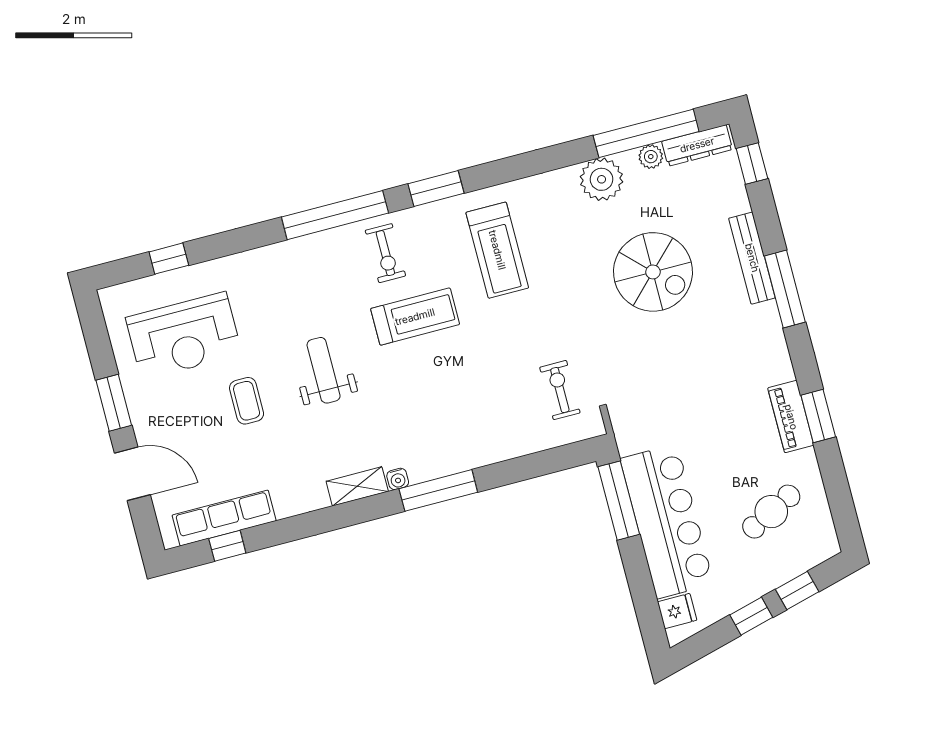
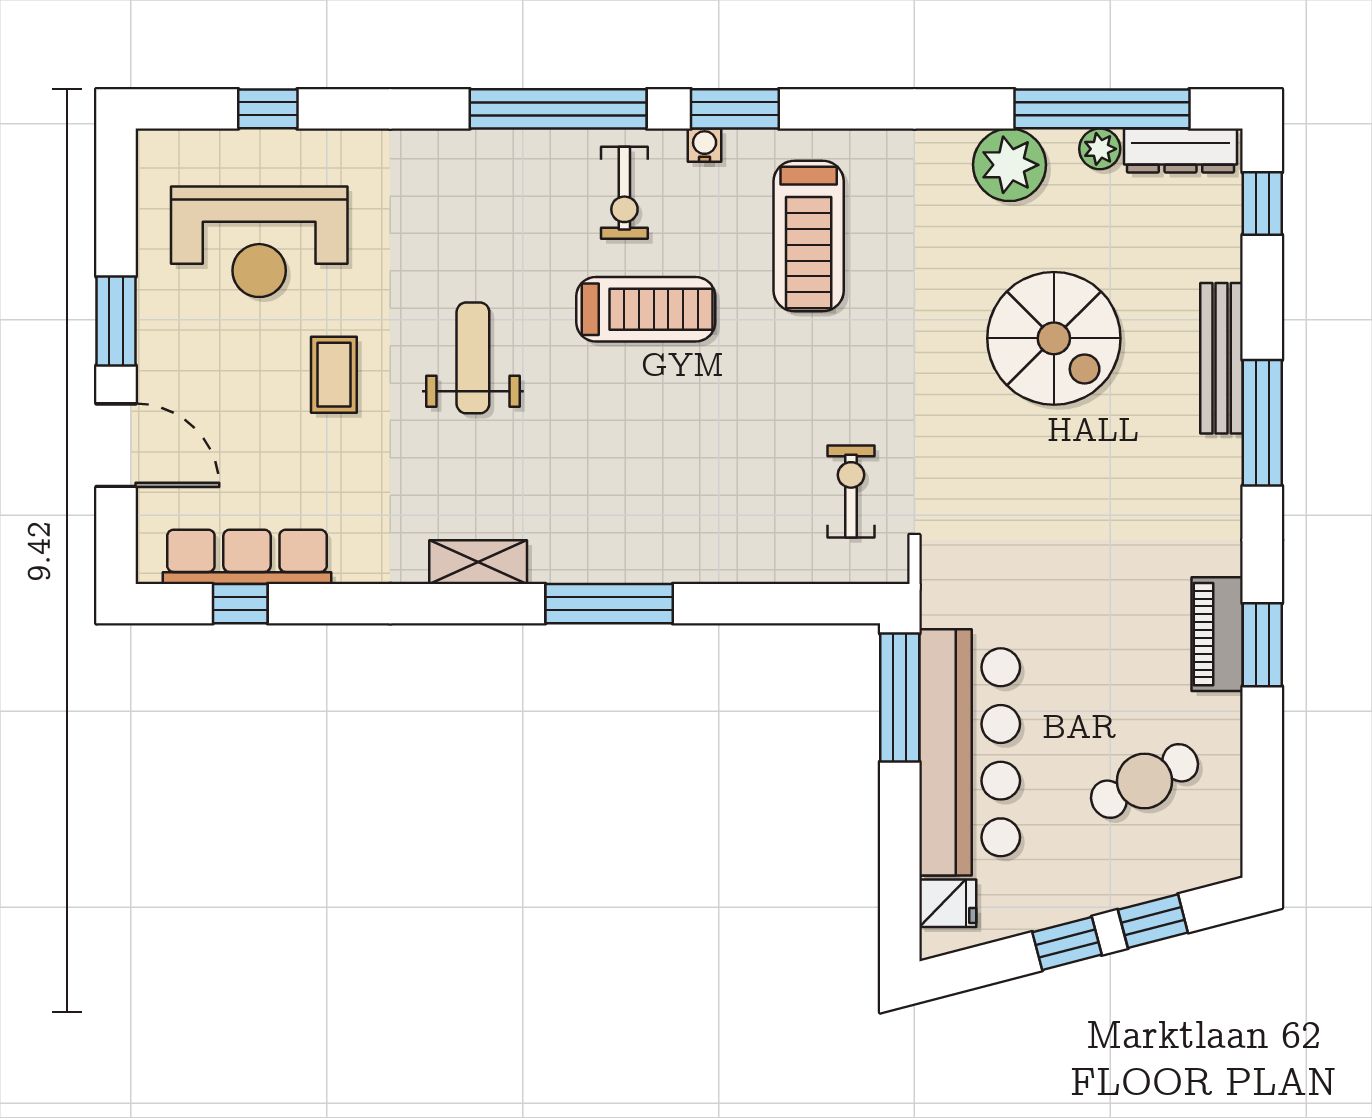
water cooler: (398, 479) -> (705, 145), moved, turned 180

